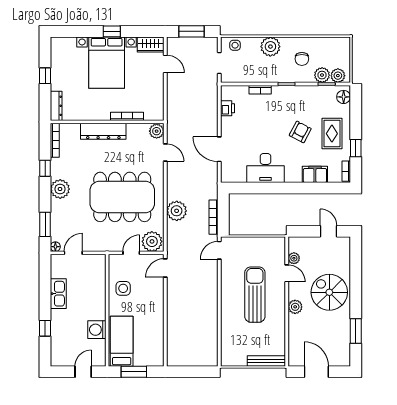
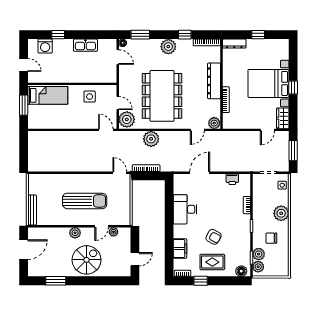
washing machine: (97, 330) -> (45, 46), moved, turned 180

